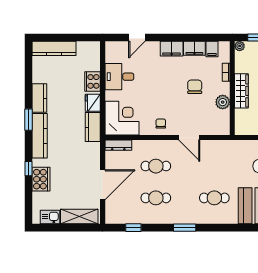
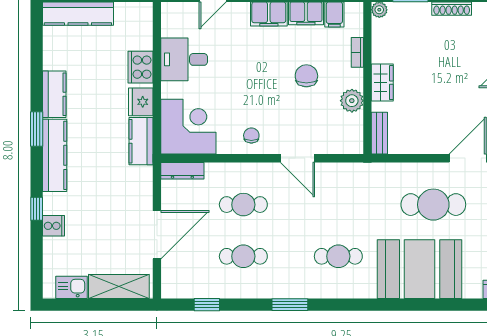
wardrobe: (241, 91) -> (382, 83), width x0.67
bench: (240, 122) -> (379, 133), added
cooker: (41, 179) -> (53, 226), width x0.53, depth x0.76

